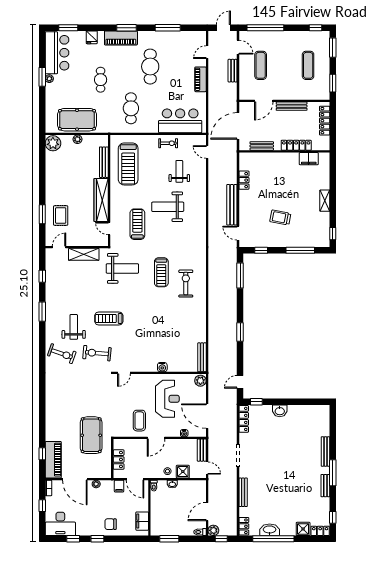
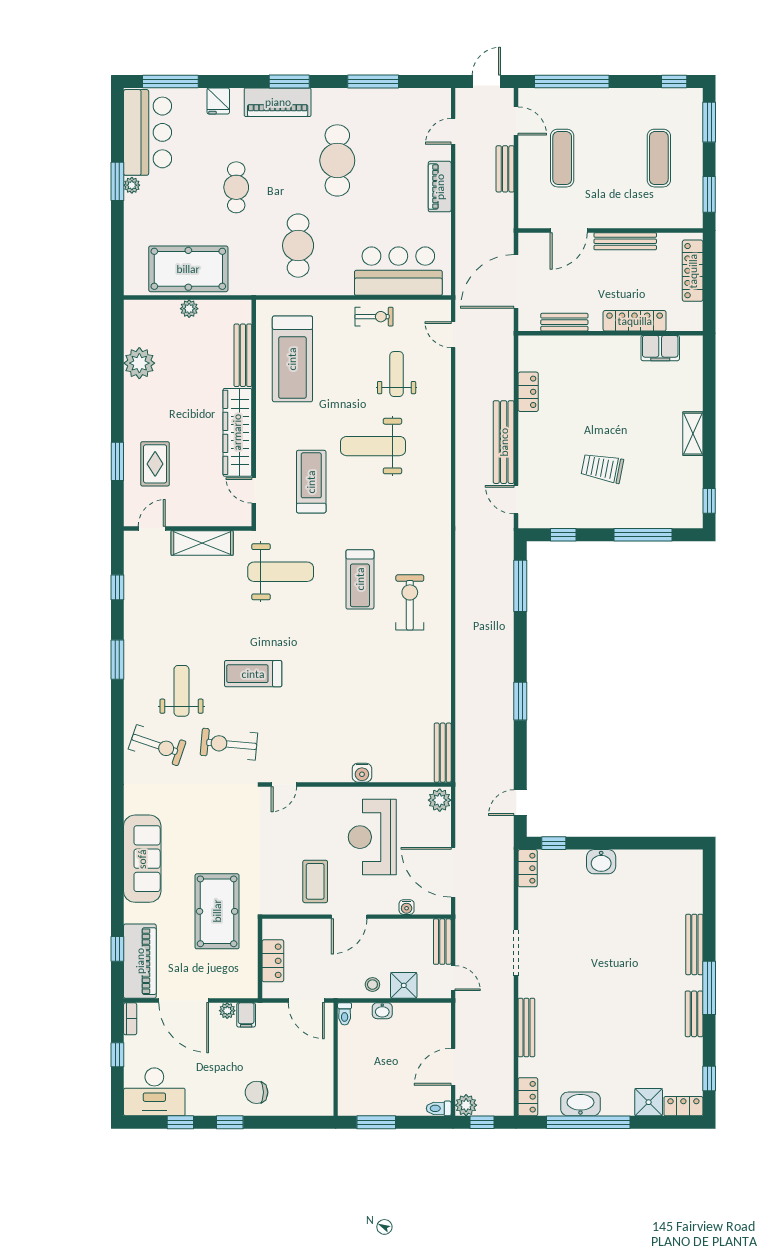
window: (68, 28) -> (170, 81), width x1.44
plant: (53, 143) -> (139, 363), moved
reception desk: (167, 399) -> (372, 837), turned 180
sofa: (54, 409) -> (142, 859), added
locker: (244, 419) -> (528, 868), width x0.66
filing cabinet: (119, 486) -> (246, 1015), moved
filing cabinet: (142, 521) -> (321, 1086), removed

